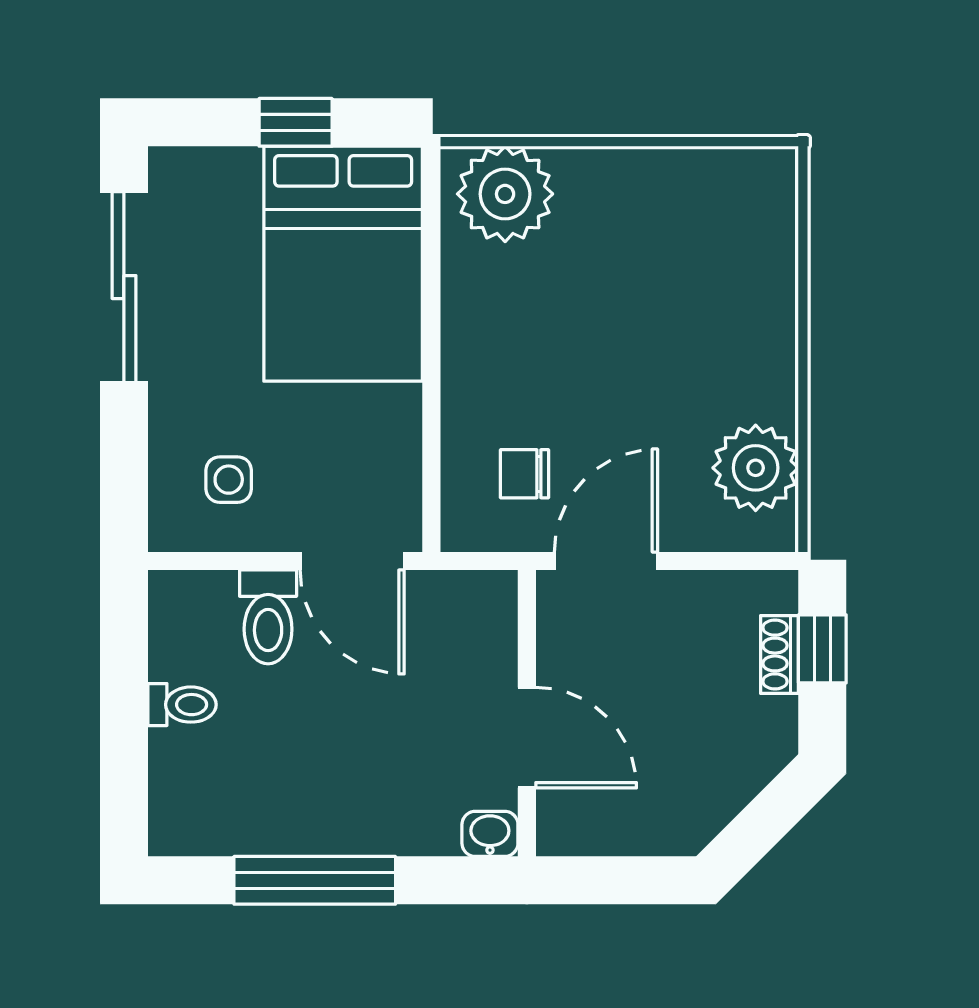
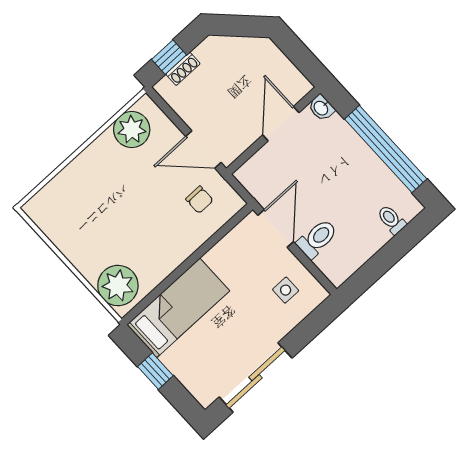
bed: (343, 264) -> (178, 308), width x0.67
toilet: (182, 705) -> (392, 220), moved
window: (315, 880) -> (386, 149), width x1.46

